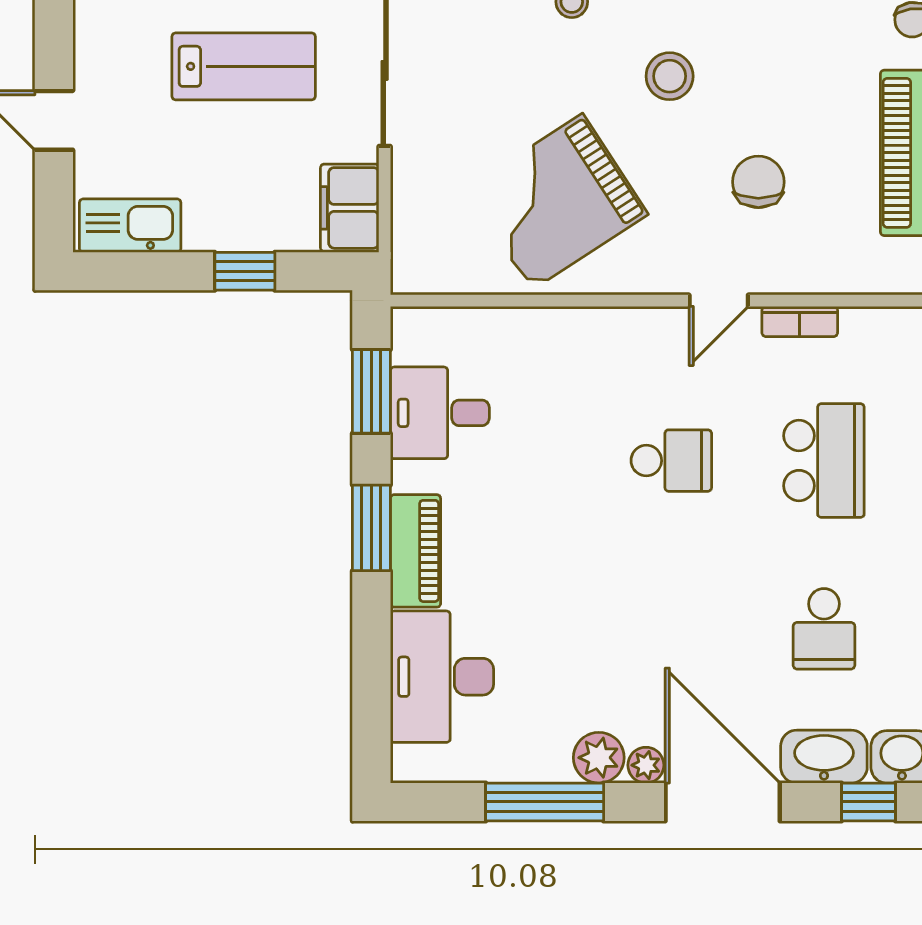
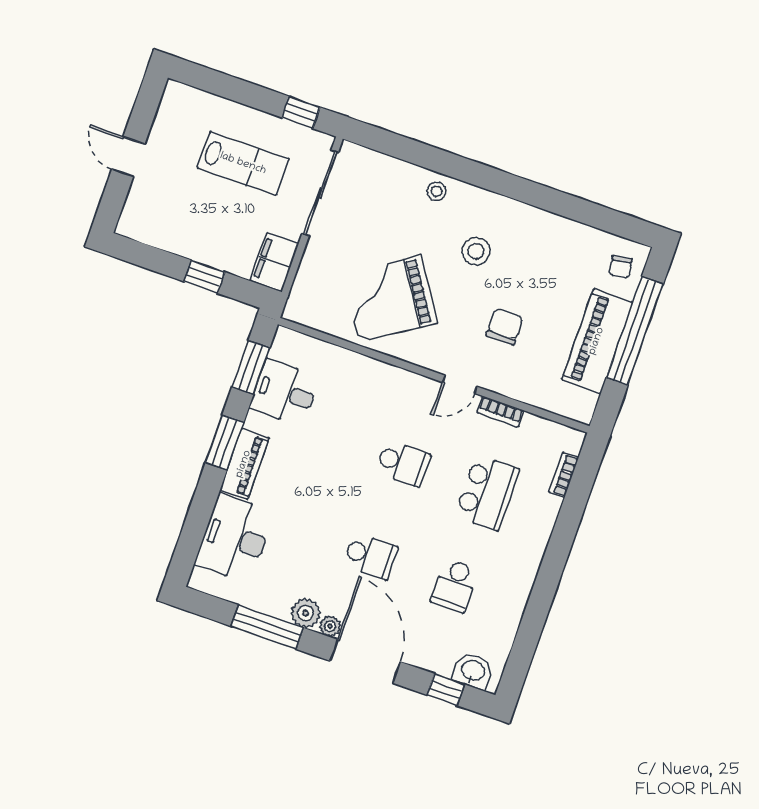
kitchen sink: (130, 226) -> (150, 229), removed
school desk: (671, 629) -> (370, 556), added
washbasin: (824, 757) -> (430, 656), removed

